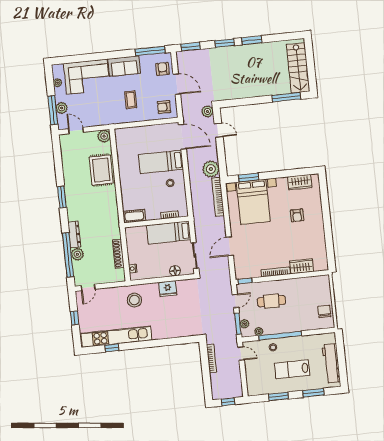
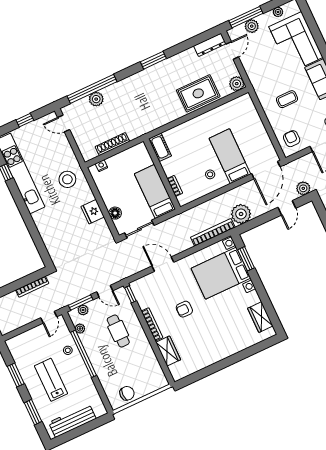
armchair: (297, 215) -> (184, 309), moved
dresser: (74, 234) -> (210, 45), moved

